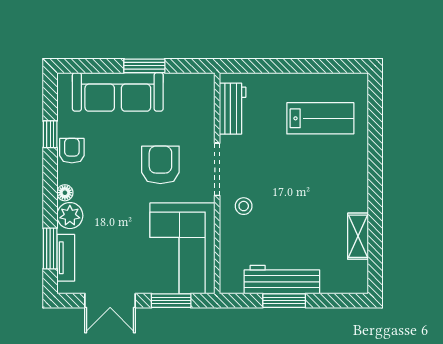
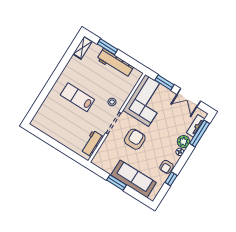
lab bench: (320, 118) -> (77, 97), moved
armchair: (160, 165) -> (135, 139), turned 180
shelving: (358, 236) -> (83, 48), moved
window: (50, 249) -> (200, 133), width x1.44
double door: (110, 301) -> (189, 98), swing flipped
window: (284, 301) -> (107, 47), moved

